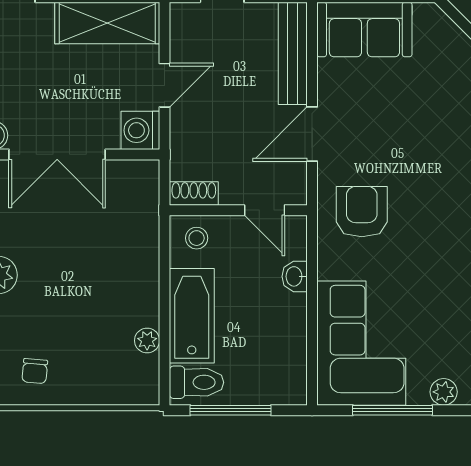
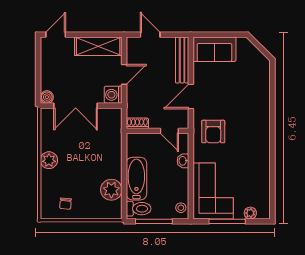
armchair: (362, 212) -> (213, 132), turned 180
stool: (197, 238) -> (181, 208), moved
plant: (147, 341) -> (111, 190), width x1.88, depth x1.88

